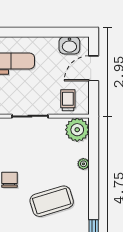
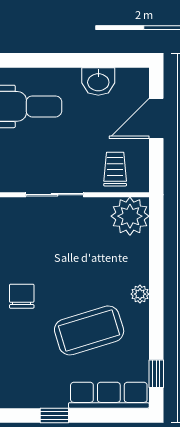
washbasin: (69, 45) -> (98, 81), moved
plant: (83, 164) -> (140, 294), moved

